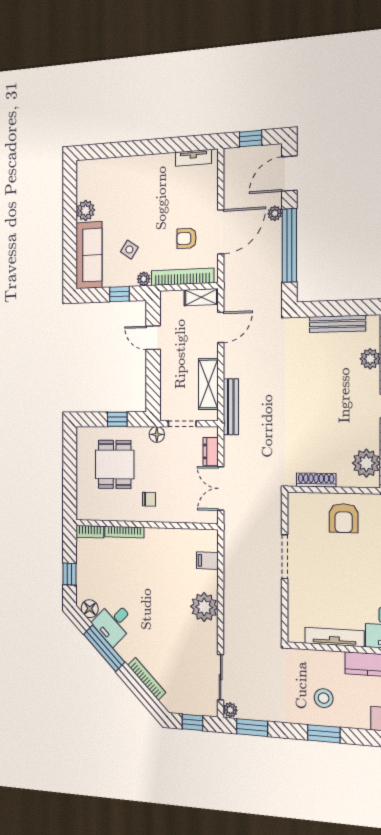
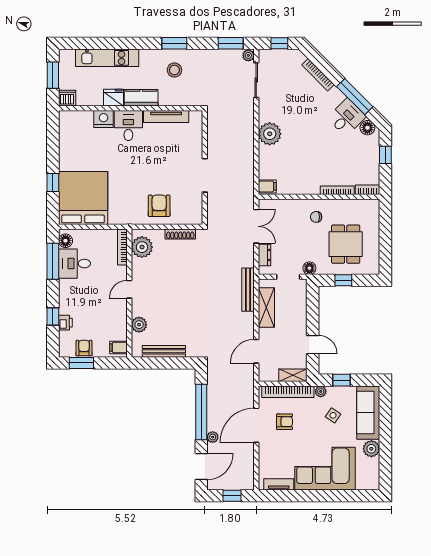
corner sofa: (139, 182) -> (325, 469), added
shelving: (201, 297) -> (293, 375), moved
filing cabinet: (207, 561) -> (267, 186), moved

